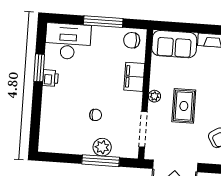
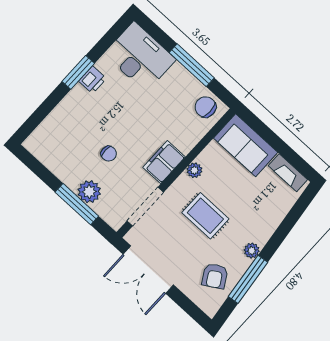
window: (39, 68) -> (78, 72), moved
filing cabinet: (134, 77) -> (164, 162), moved
plant: (154, 96) -> (194, 170), moved
rug: (184, 106) -> (205, 216), turned 90

